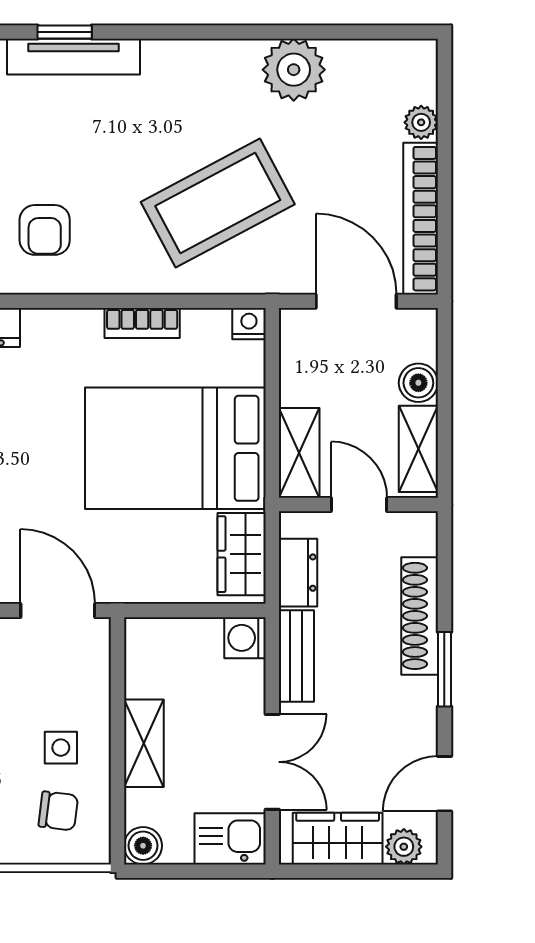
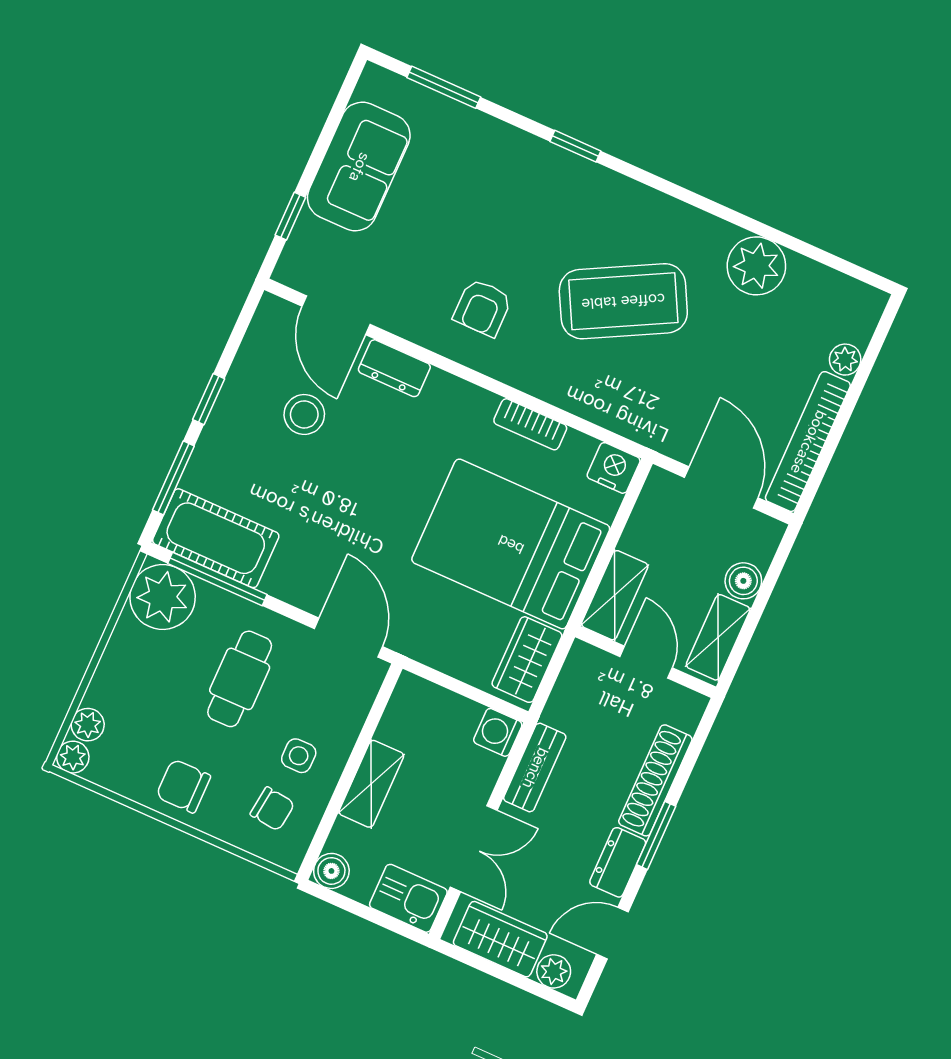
tv unit: (74, 57) -> (573, 171), removed
coffee table: (218, 203) -> (623, 301), moved
nightstand: (249, 324) -> (614, 468), width x1.39, depth x1.35
dresser: (298, 573) -> (618, 862), moved, turned 180

